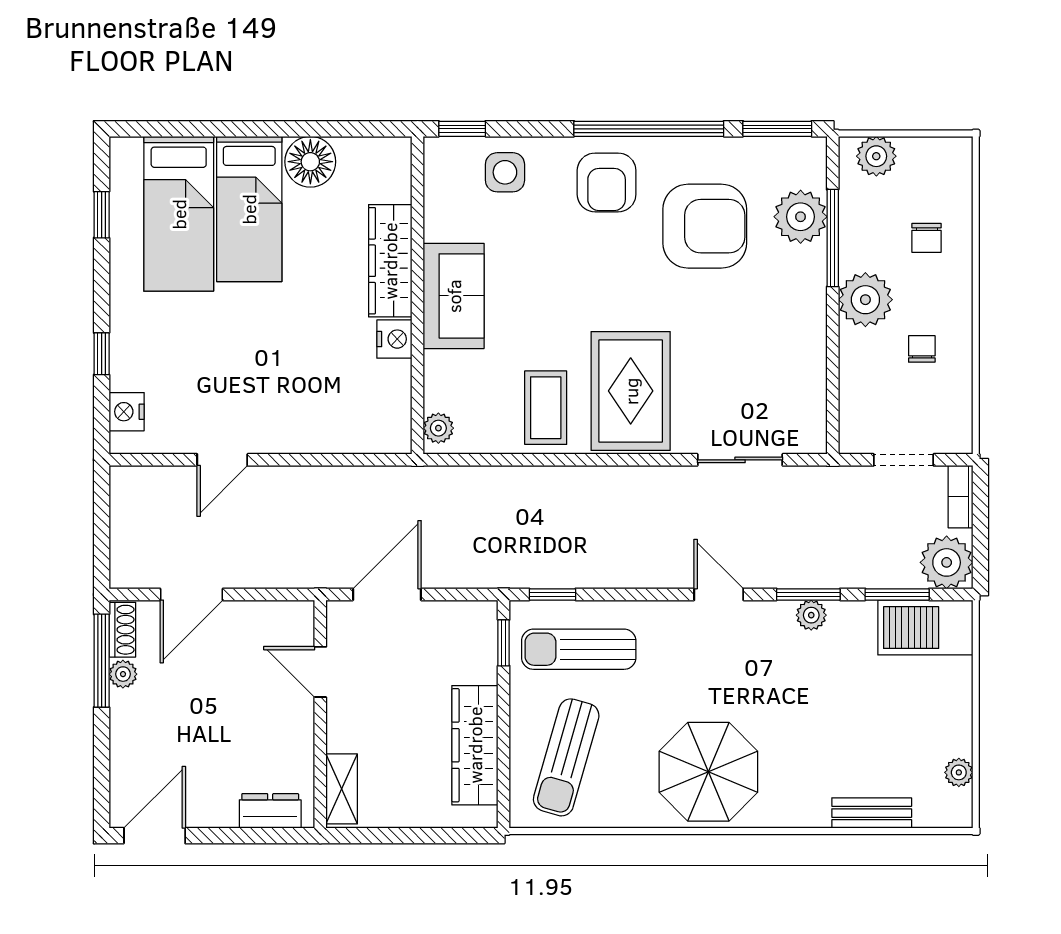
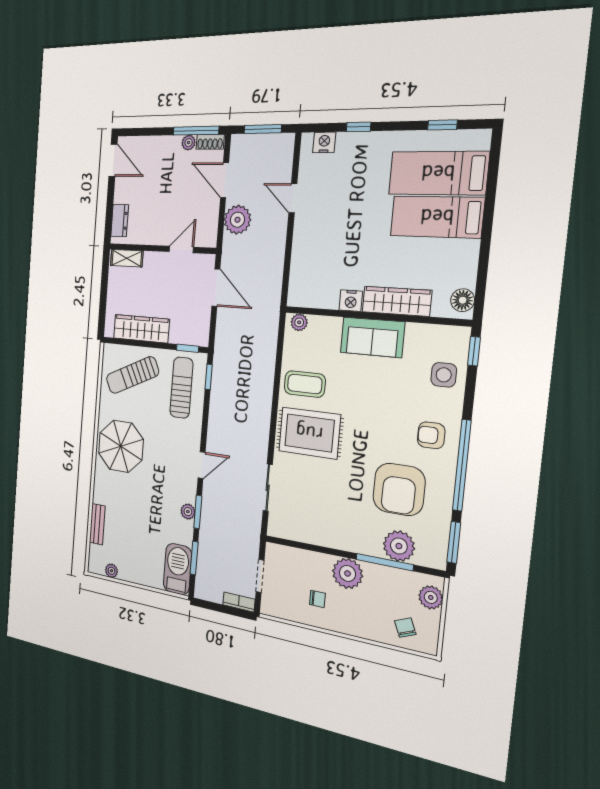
floor lamp: (310, 162) -> (463, 300), moved, width x0.73, depth x0.73
armchair: (607, 182) -> (431, 435), width x0.72, depth x0.72
chair: (927, 238) -> (405, 628), moved, turned 67
window: (102, 528) -> (263, 129), added
plant: (947, 562) -> (237, 220), moved
sun lounger: (566, 757) -> (132, 375), turned -42

